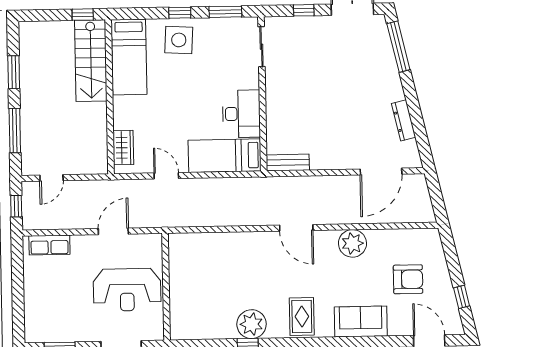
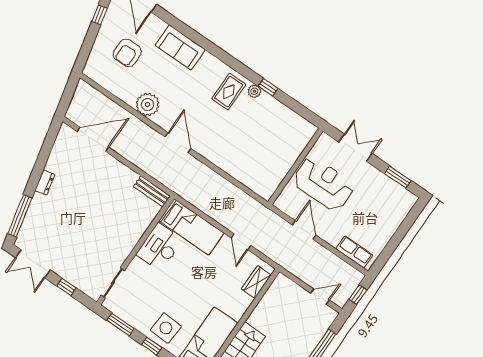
dresser: (404, 120) -> (45, 182), moved, width x0.70
door: (113, 231) -> (304, 230), swing flipped
armchair: (408, 279) -> (127, 53), turned -90
rug: (302, 316) -> (229, 92), moved
plant: (252, 324) -> (254, 91), width x0.53, depth x0.53

